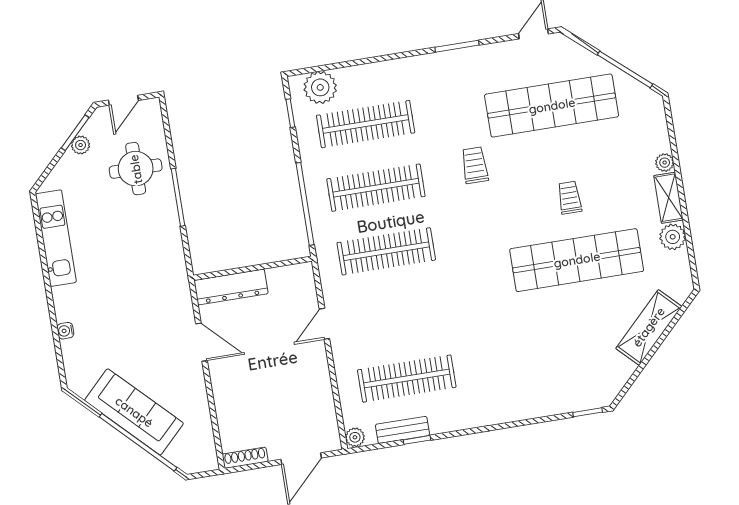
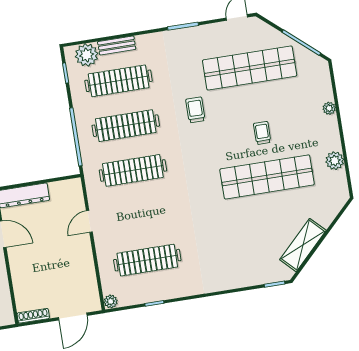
shelving: (668, 198) -> (332, 133), removed
shelving: (649, 327) -> (303, 245), moved
bench: (402, 430) -> (117, 45), moved

